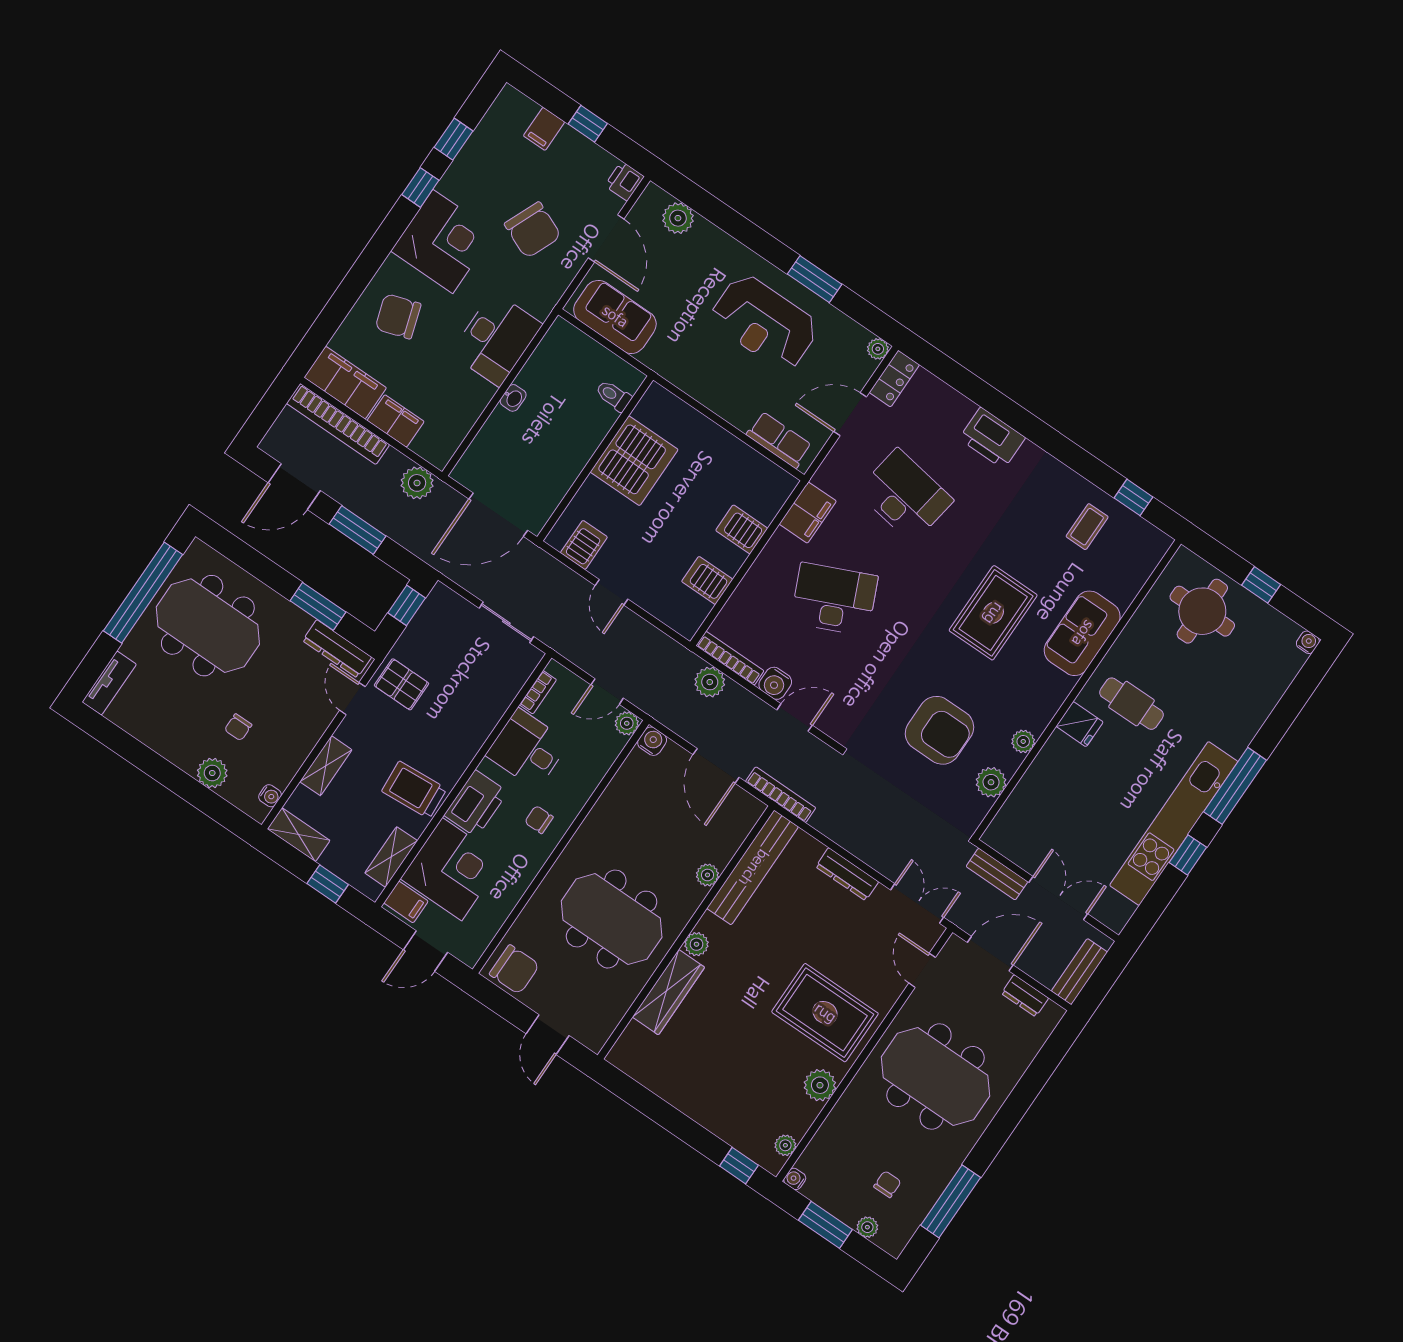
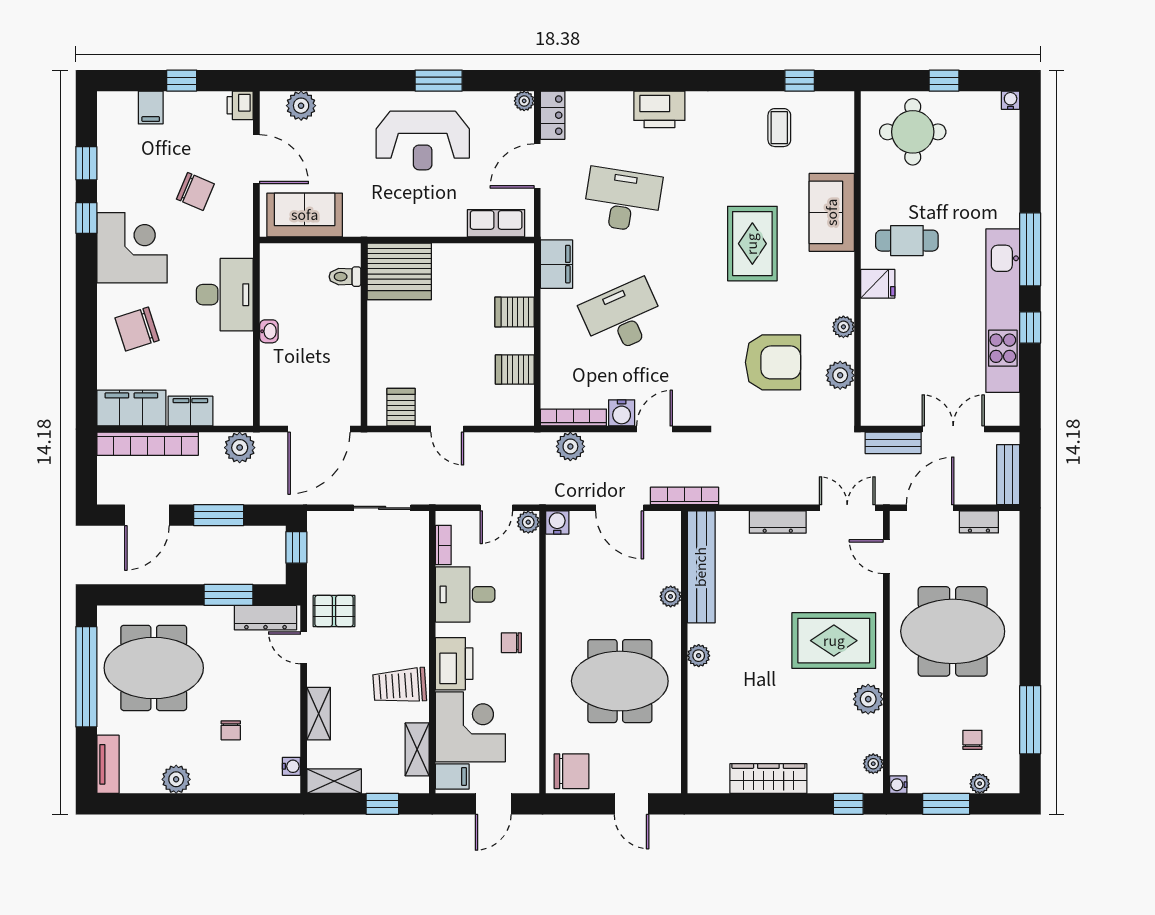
chair: (533, 230) -> (195, 191), width x0.73, depth x0.73
server rack: (634, 461) -> (399, 271), moved, turned 90
plant: (212, 773) -> (176, 779), moved
wardrobe: (668, 992) -> (768, 779), moved, turned -90

